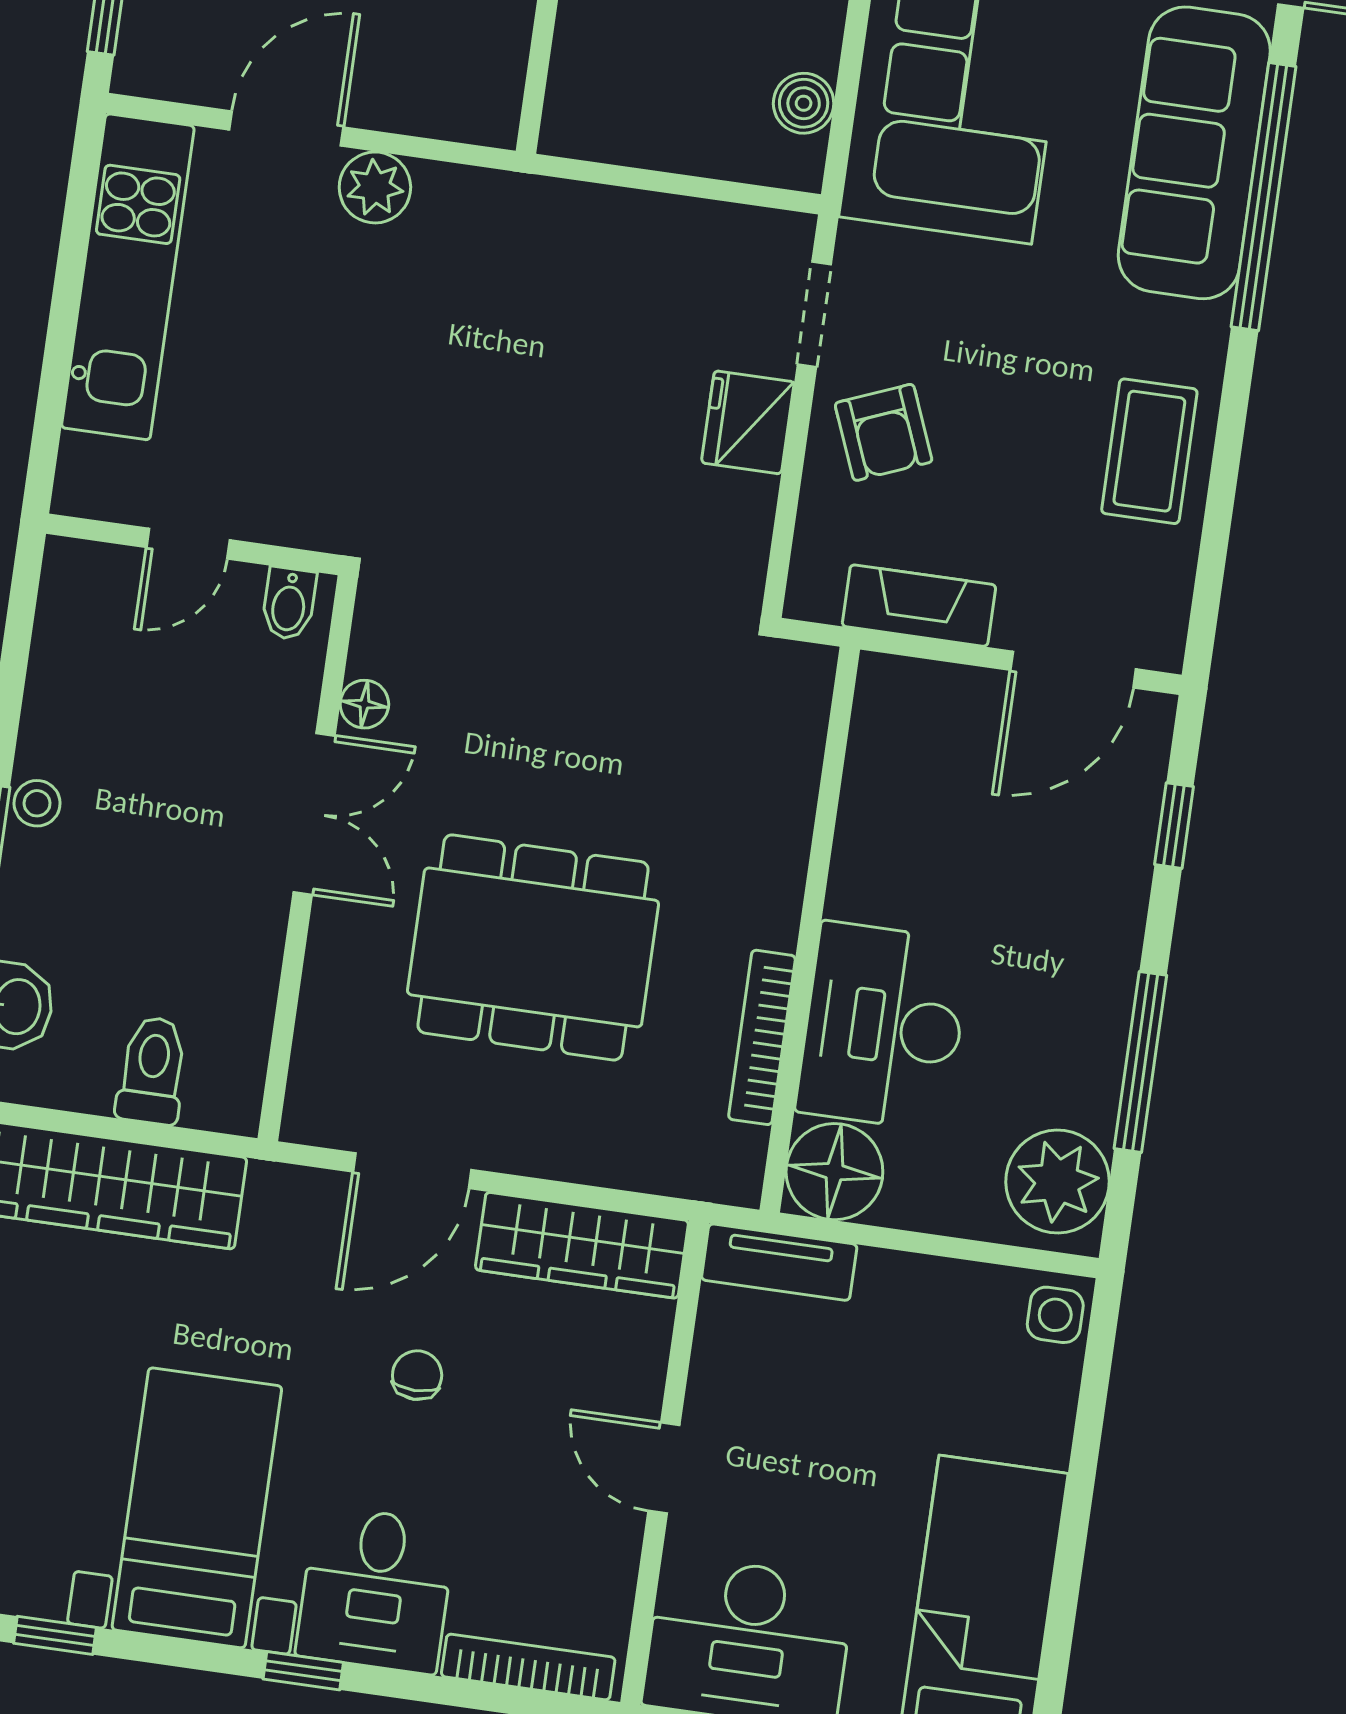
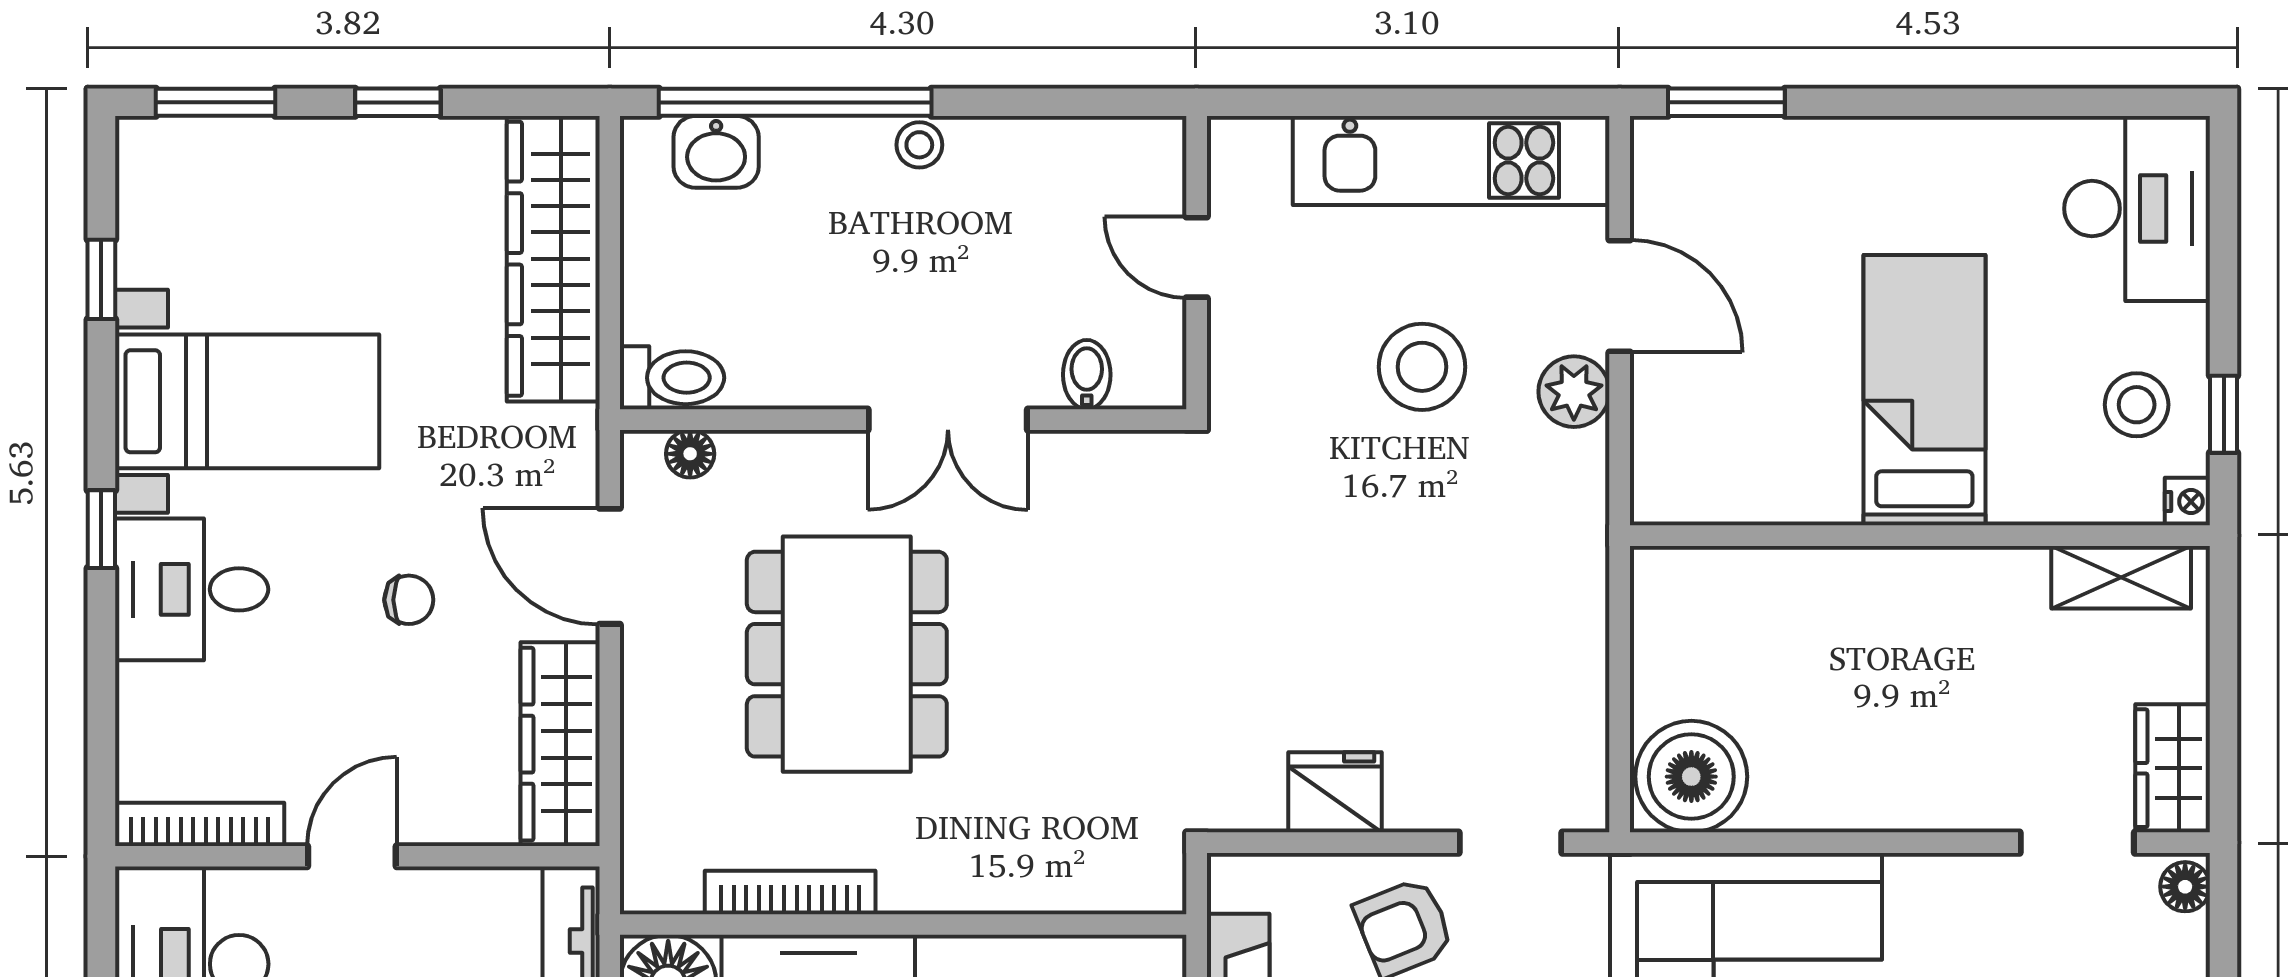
boiler: (804, 103) -> (1691, 777), width x1.86, depth x1.86
stool: (329, 335) -> (1422, 367), added
fridge: (748, 422) -> (1335, 792), moved
bidet: (289, 604) -> (1087, 375), moved, turned 90
floor lamp: (364, 704) -> (690, 454), moved
toilet: (152, 1070) -> (672, 378), moved
bookcase: (528, 1667) -> (200, 824), moved, turned -90

